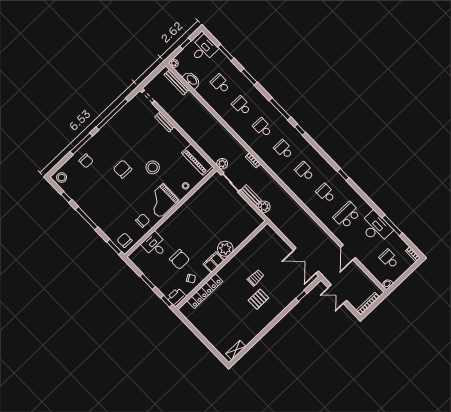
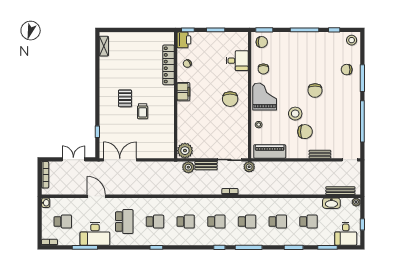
chair: (159, 148) -> (305, 132), added
chair: (123, 169) -> (315, 90), turned 91
plant: (225, 249) -> (185, 151), moved
chair: (179, 259) -> (230, 99), moved, turned -90

